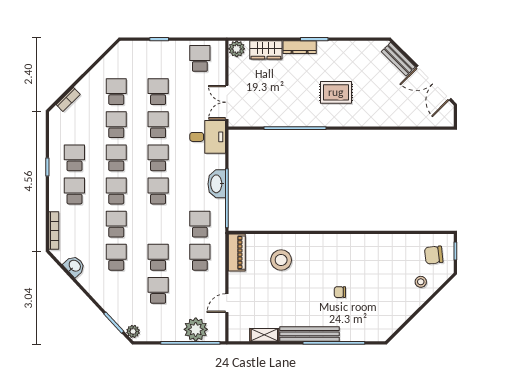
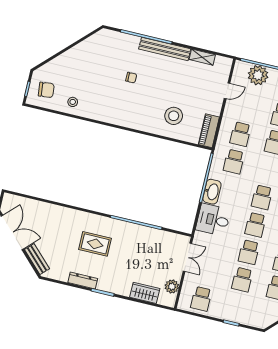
dresser: (300, 47) -> (83, 281), moved
plant: (237, 49) -> (172, 287), moved
desk: (208, 137) -> (213, 220), moved
stool: (421, 282) -> (73, 102), moved

